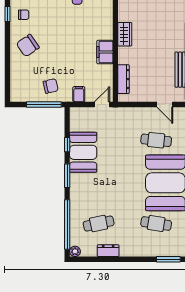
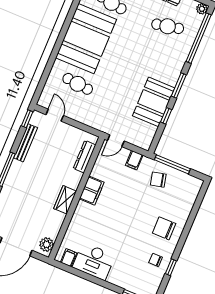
chair: (28, 46) -> (164, 228), turned -146

